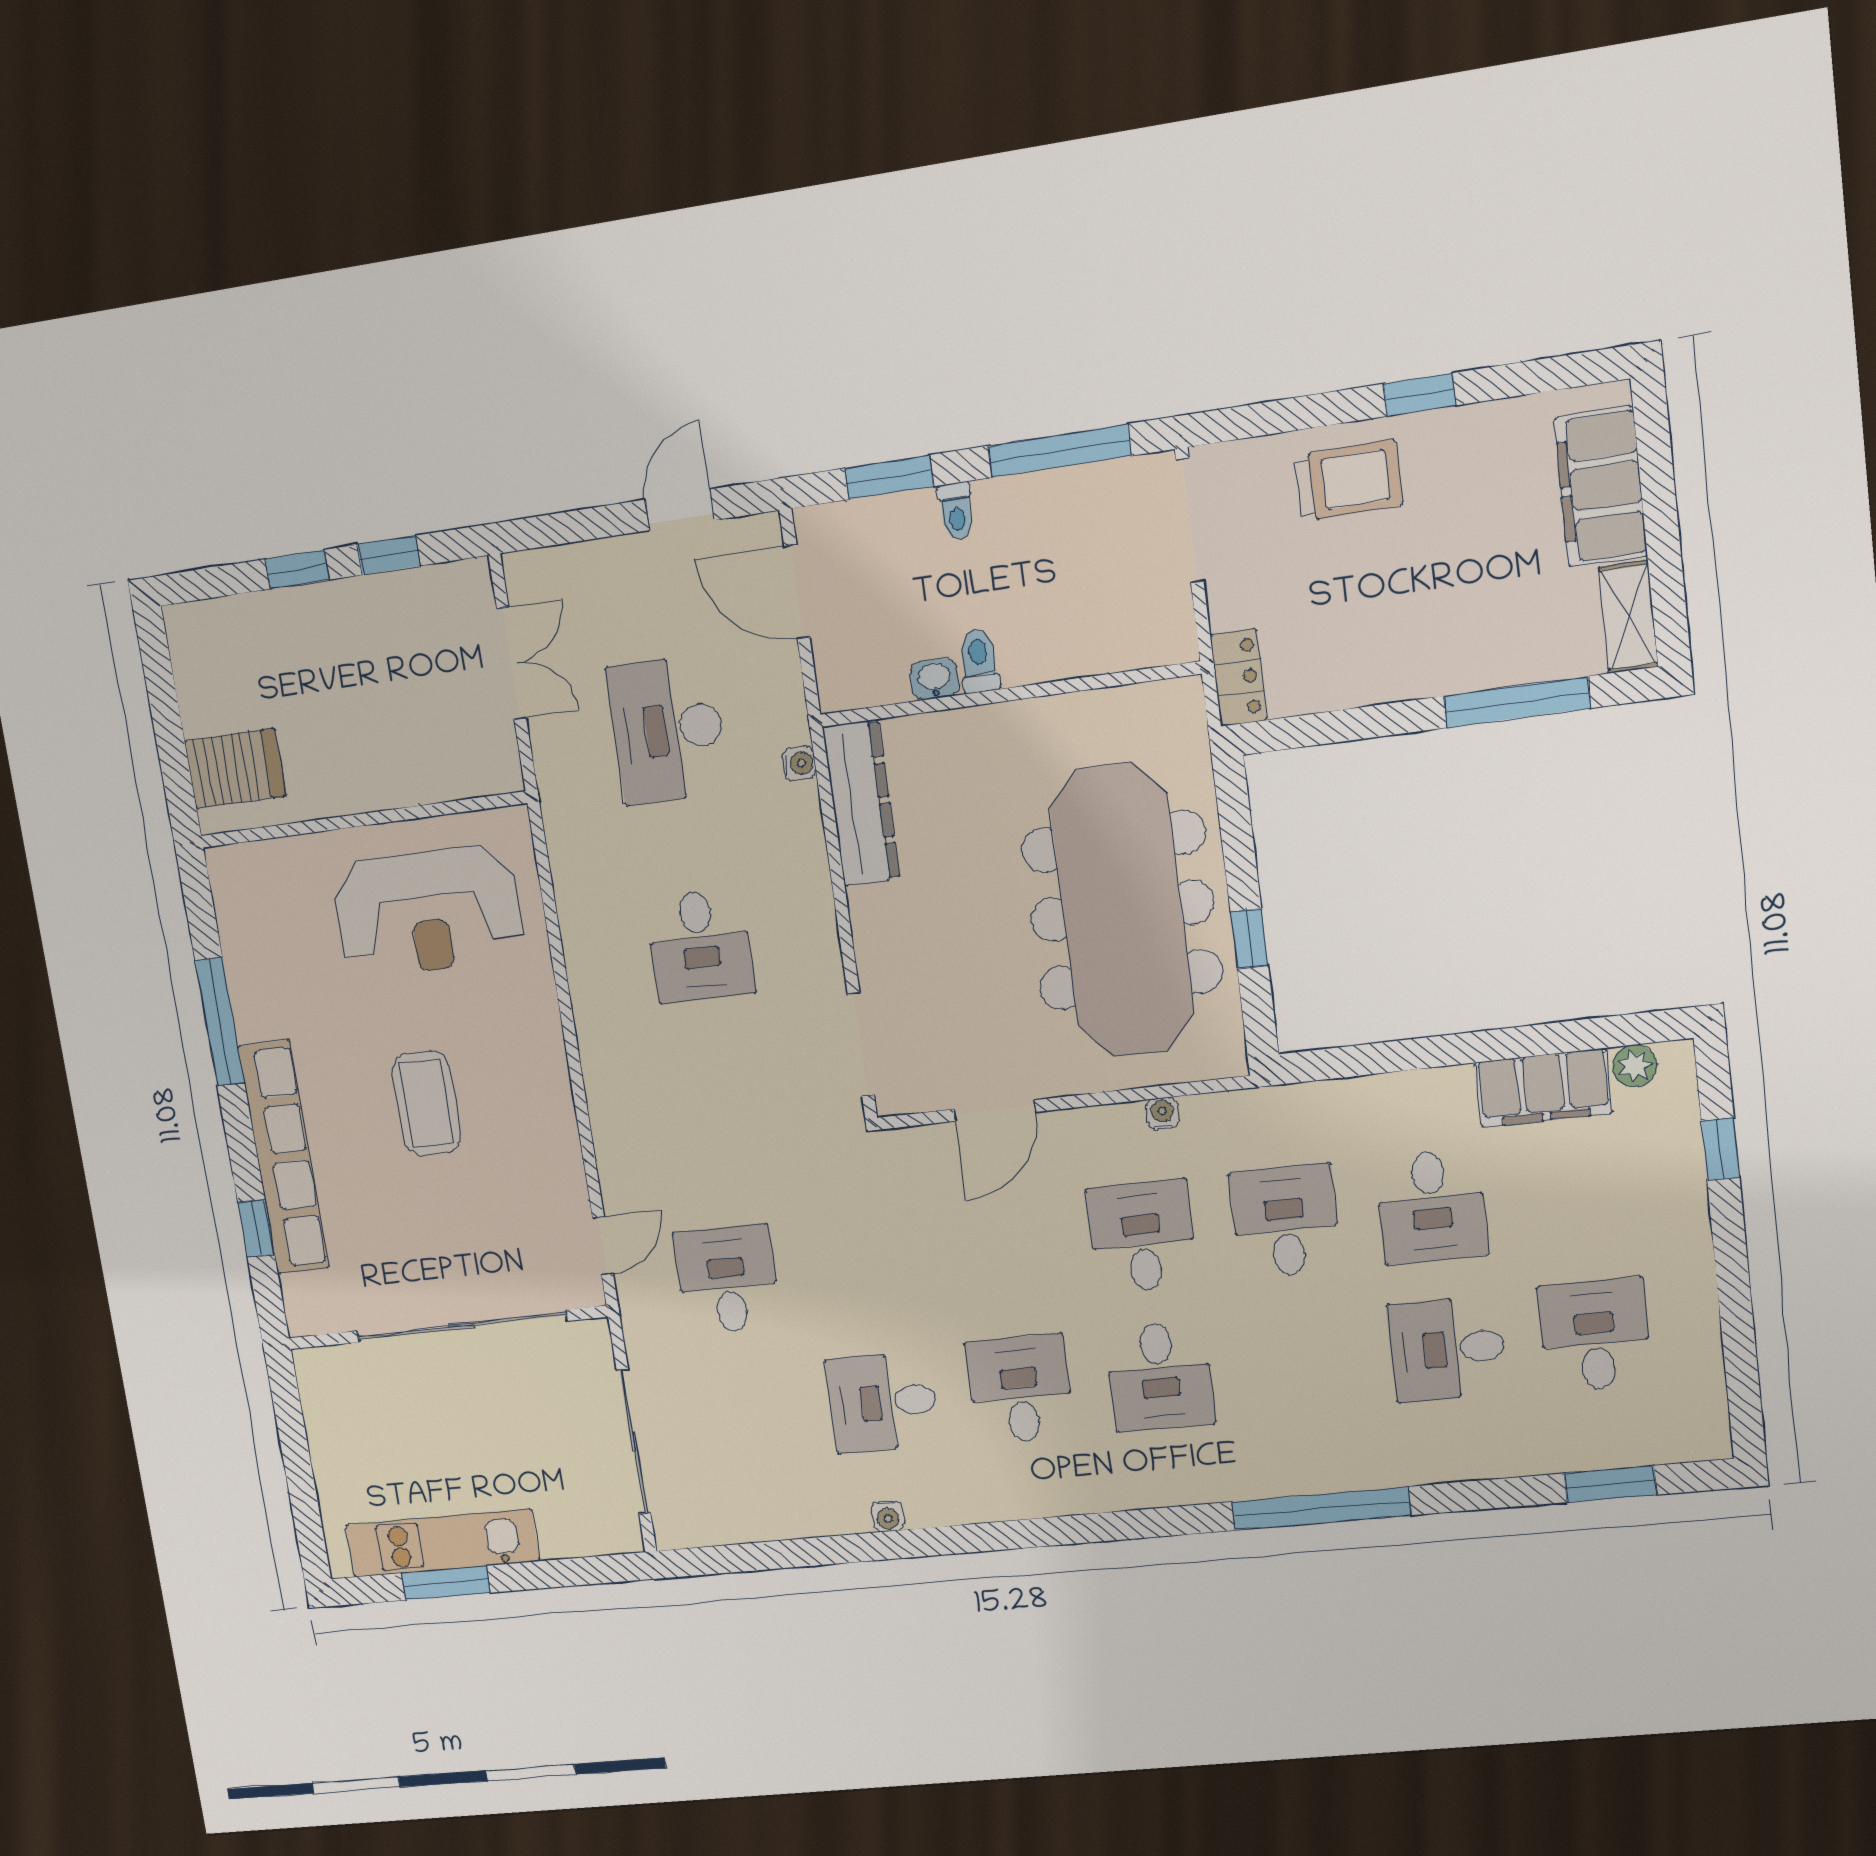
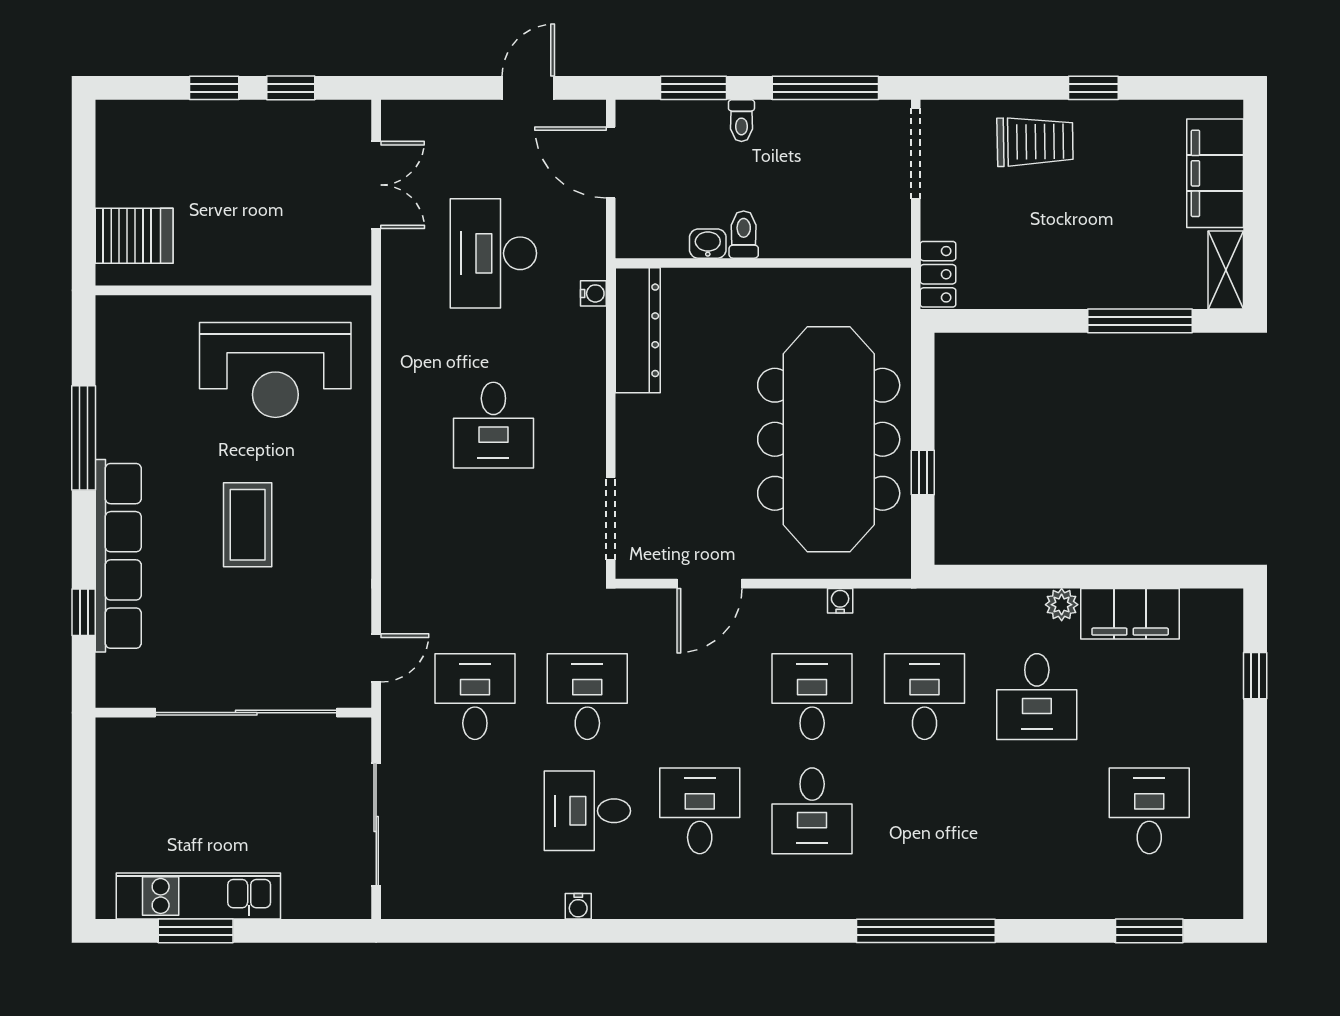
plant: (1635, 1066) -> (1062, 605), moved
desk: (1447, 1349) -> (587, 697), moved, turned 90

